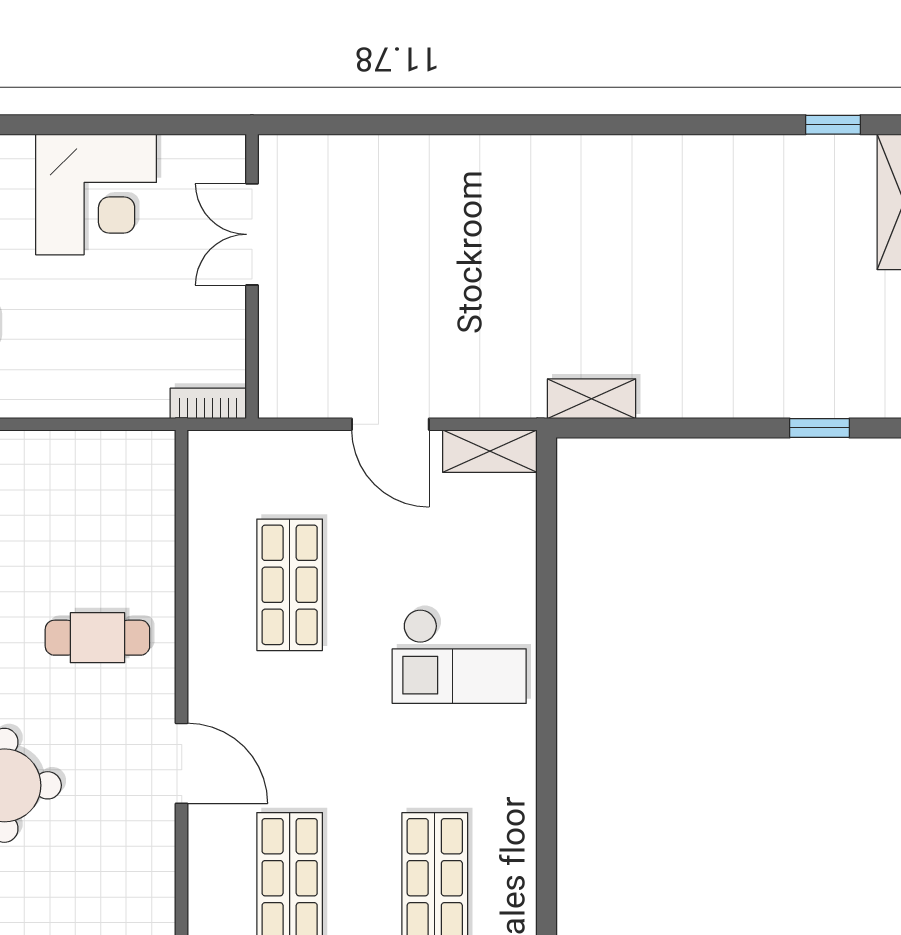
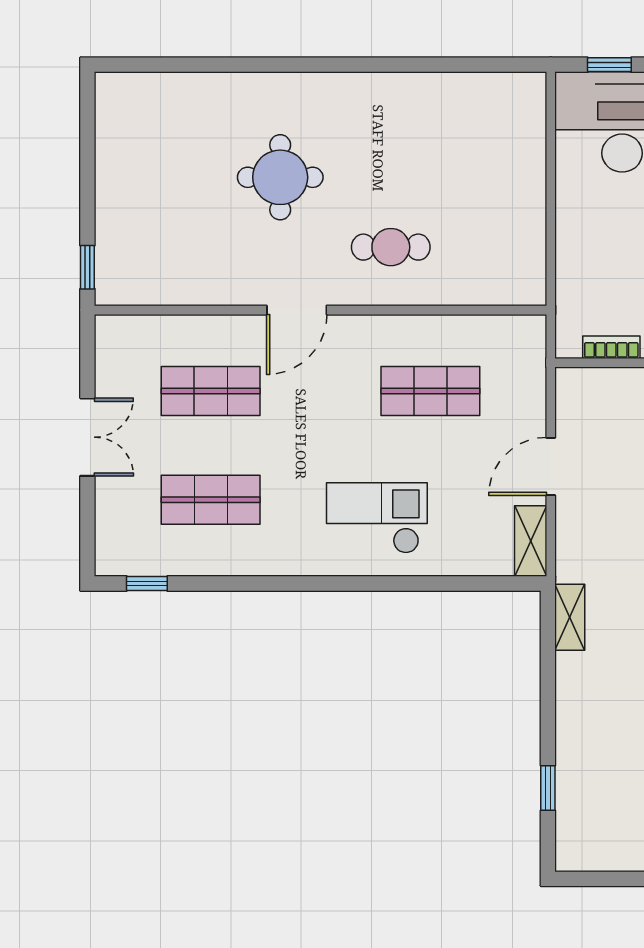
bookcase: (208, 403) -> (611, 347), moved, turned -90
cafe table: (97, 638) -> (391, 247), turned 90
checkout: (459, 656) -> (377, 518), turned 90

